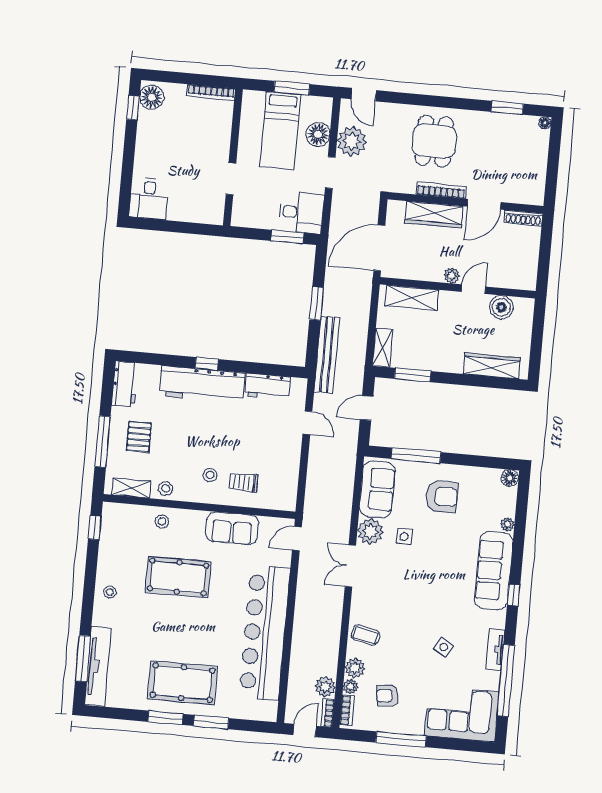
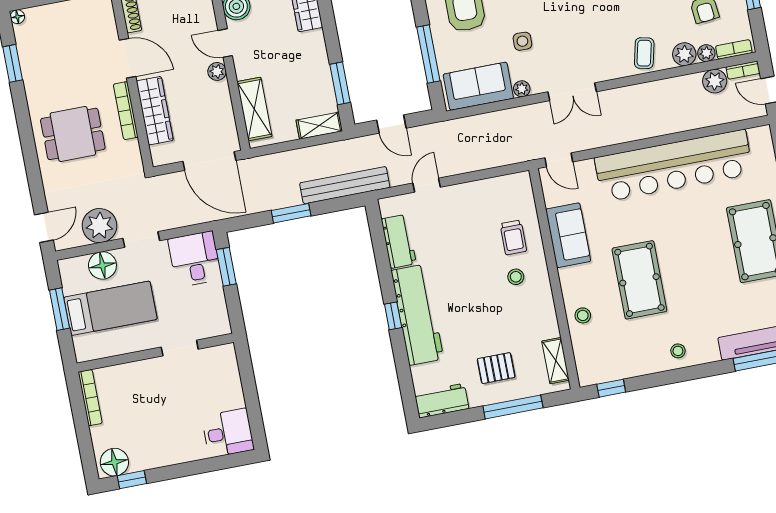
stool: (166, 488) -> (545, 322), removed
plant: (370, 531) -> (522, 89), width x0.53, depth x0.53

